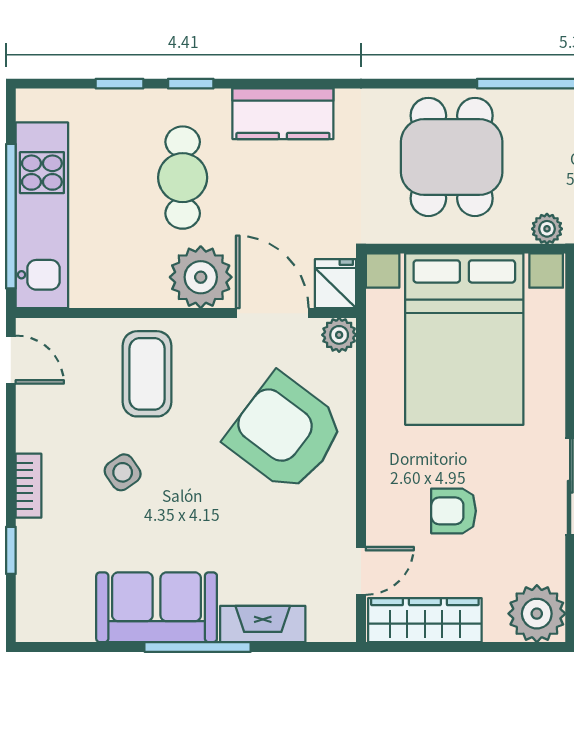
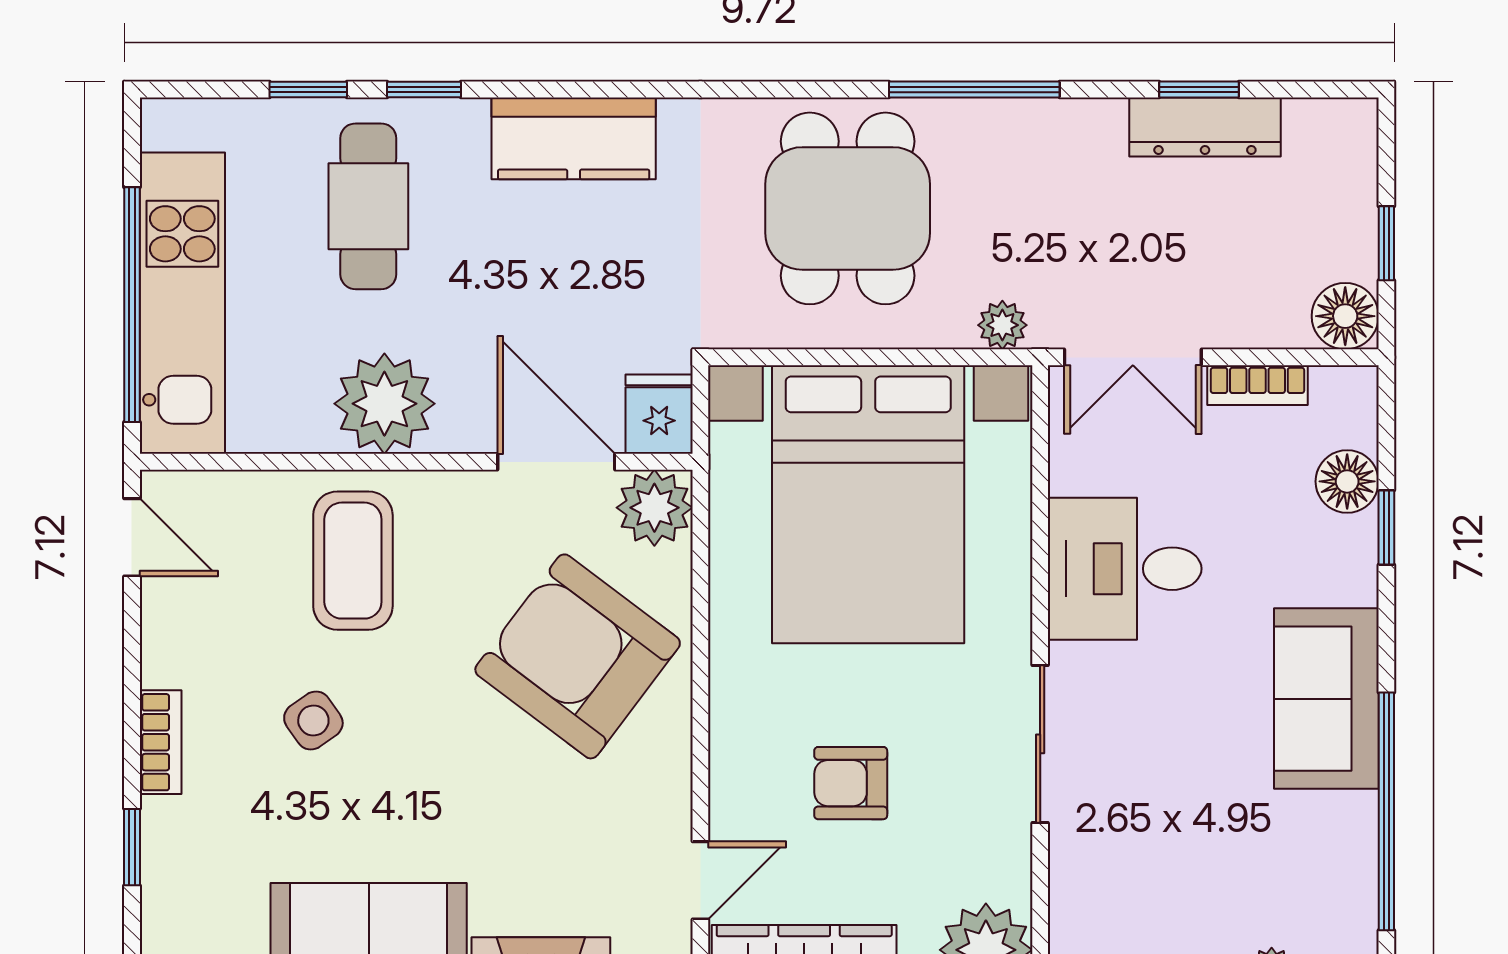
cafe table: (183, 178) -> (368, 206), moved
plant: (201, 277) -> (384, 404), moved
plant: (339, 335) -> (654, 508), width x1.38, depth x1.38

